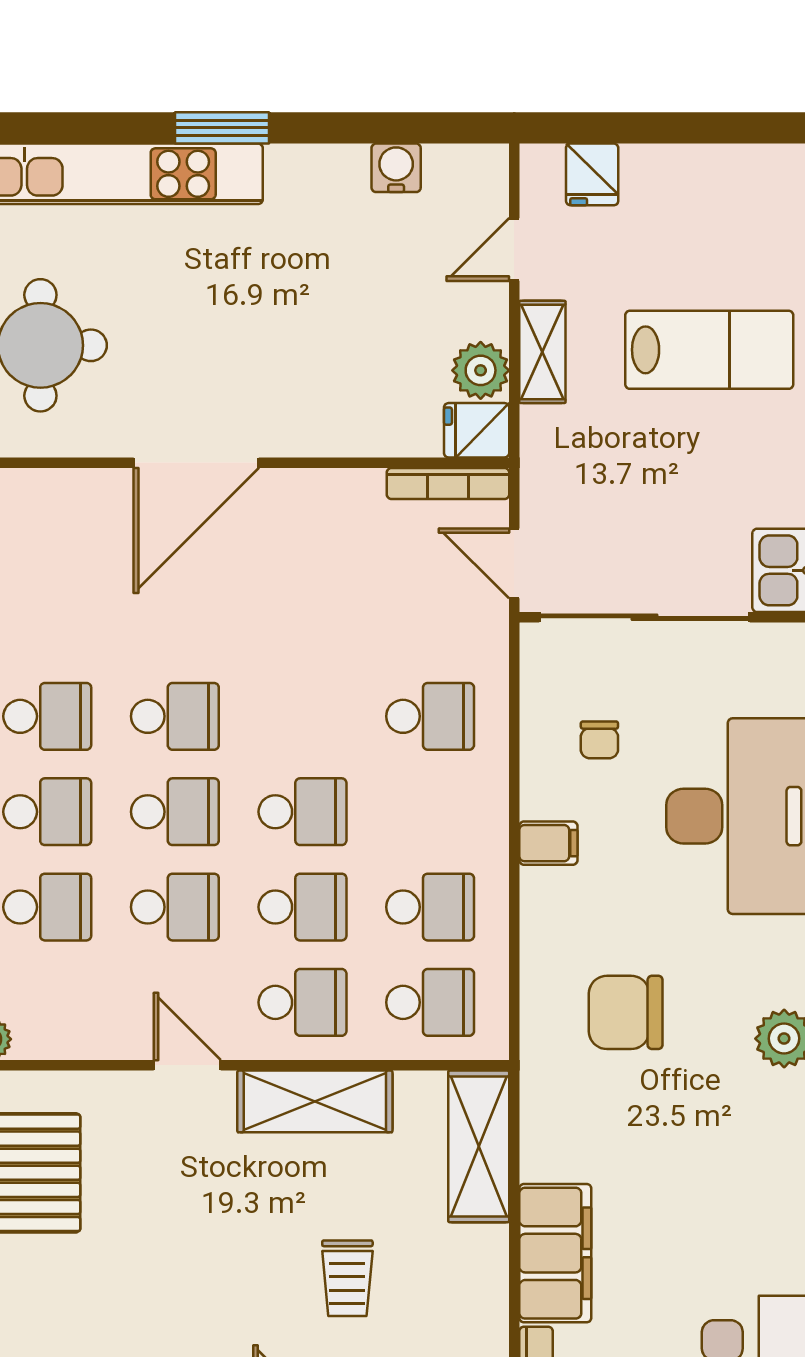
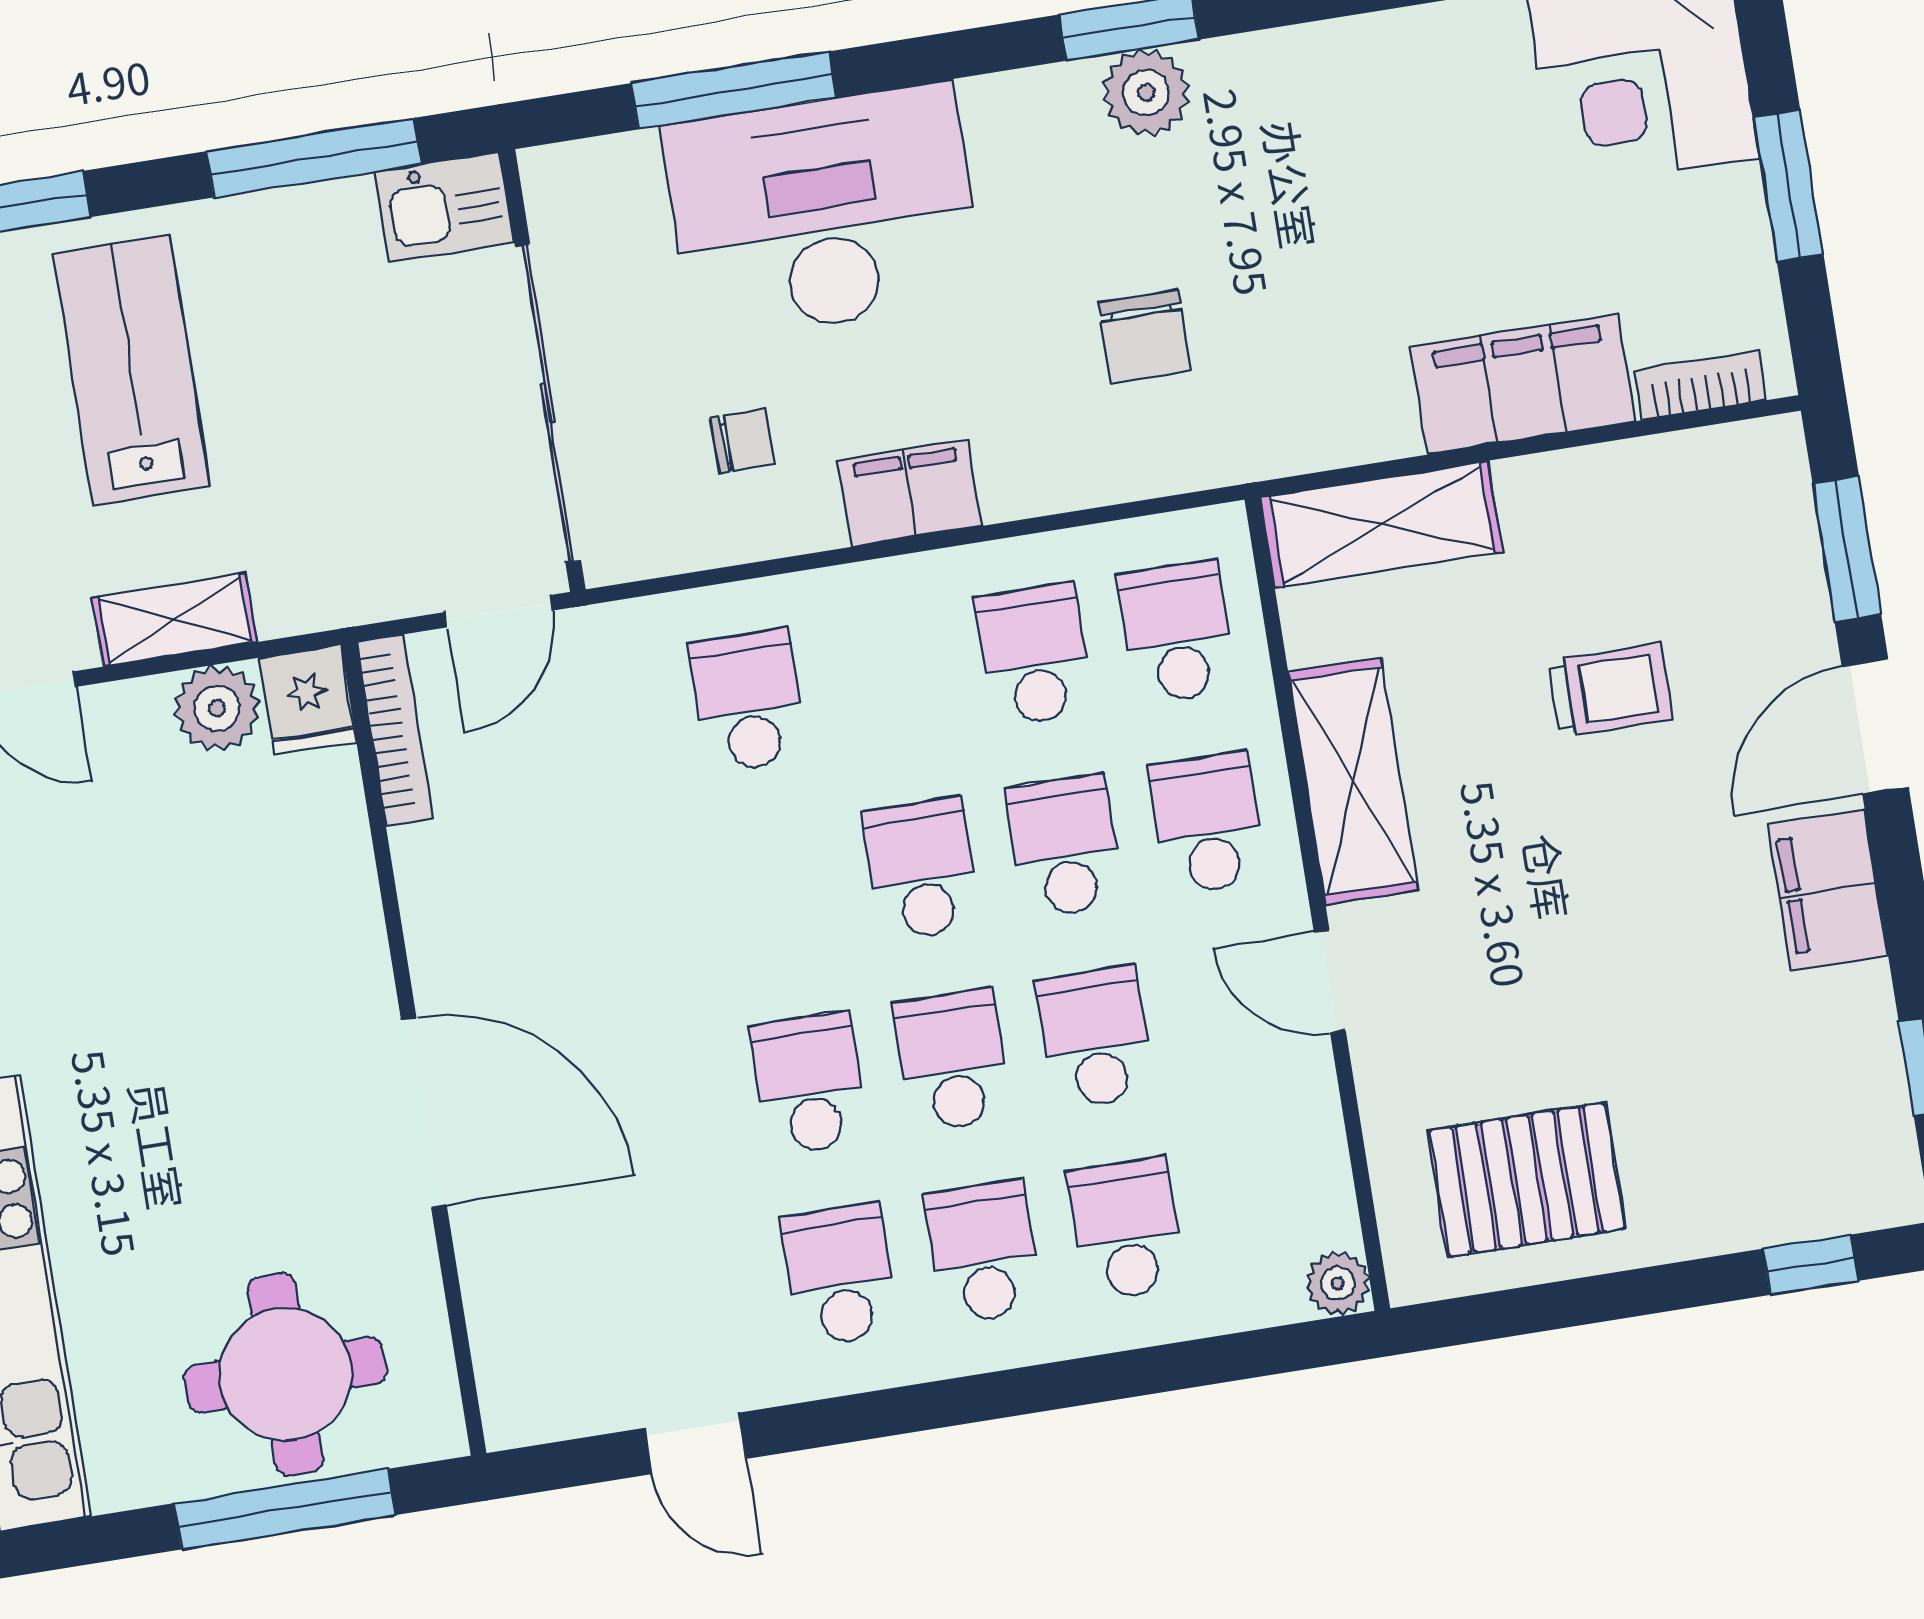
filing cabinet: (548, 843) -> (910, 493), width x2.00
chair: (626, 1012) -> (1145, 336), width x0.73, depth x0.73
door: (187, 1065) -> (1330, 981), hinge flipped

